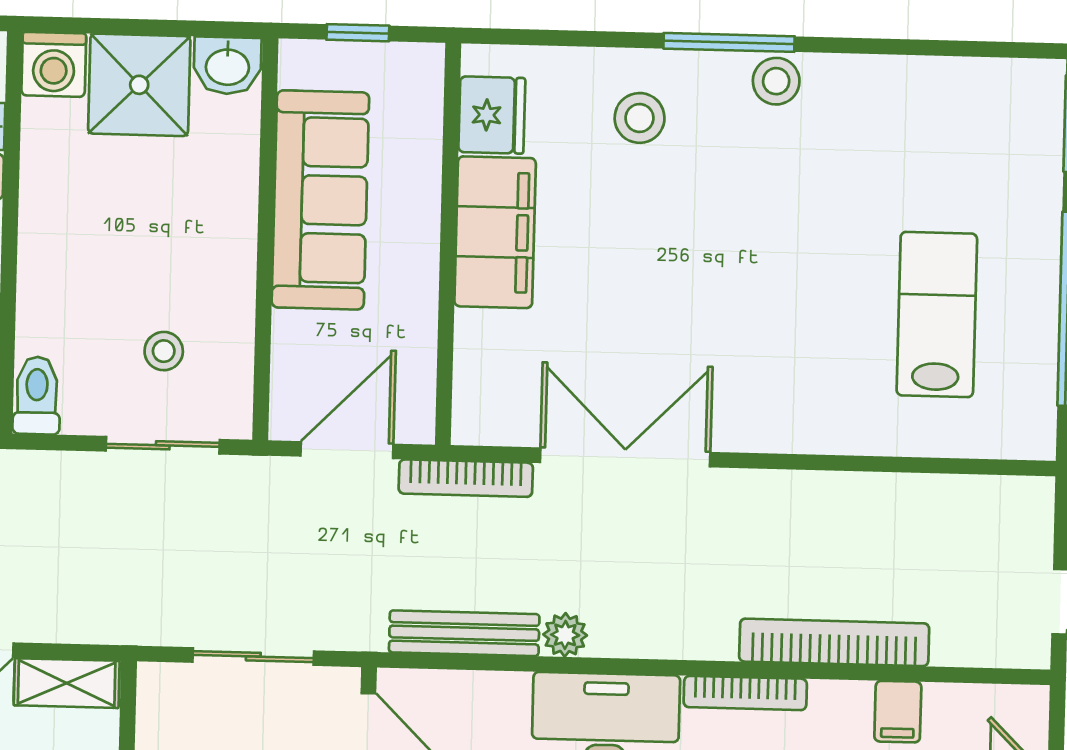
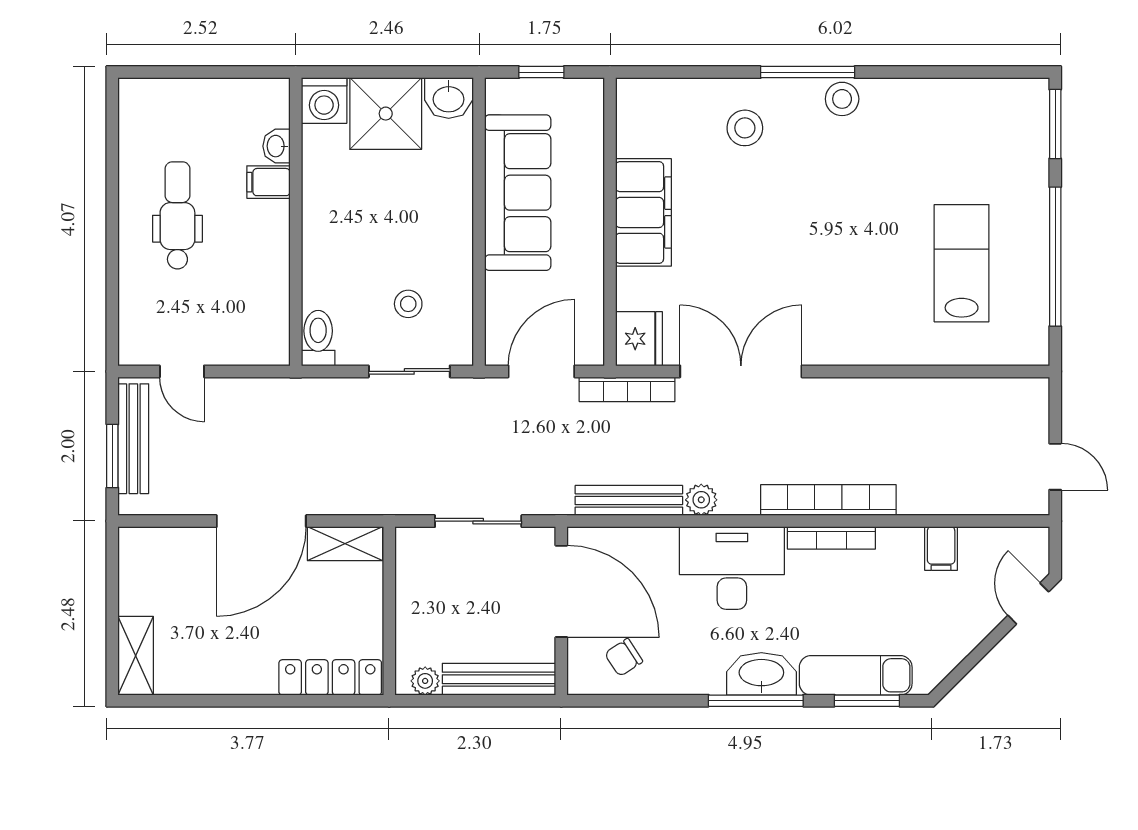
fridge: (492, 115) -> (639, 339), moved
bookcase: (834, 642) -> (828, 500), moved

